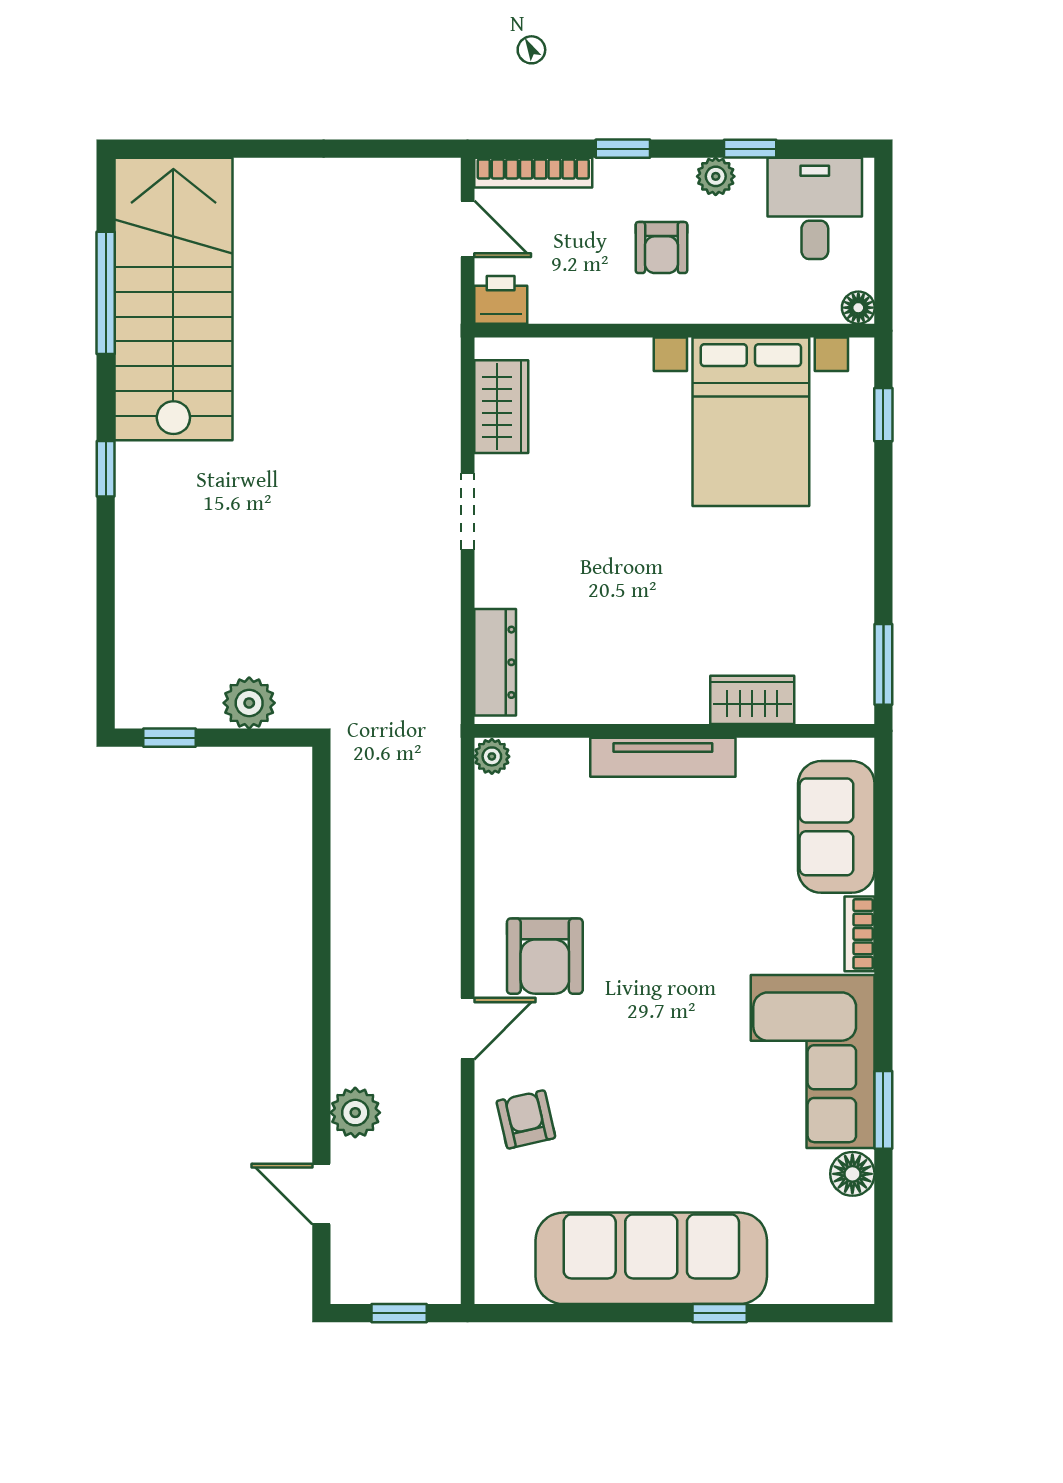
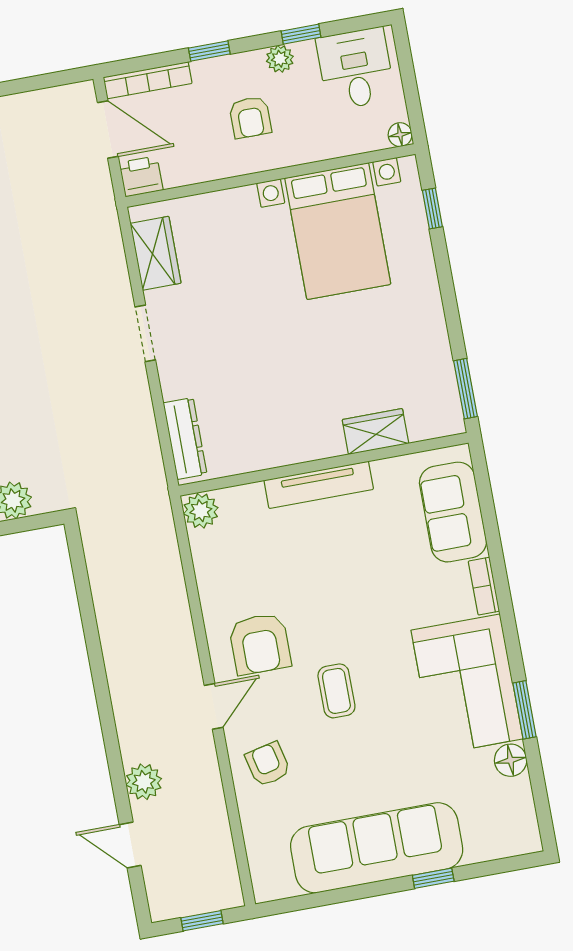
door: (468, 229) -> (108, 129), width x1.37
plant: (492, 756) -> (201, 511), width x1.38, depth x1.38
coffee table: (636, 1038) -> (336, 691), added

